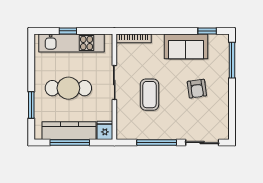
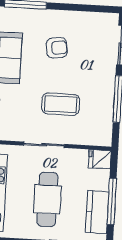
kitchen counter: (69, 131) -> (97, 212), width x0.67

